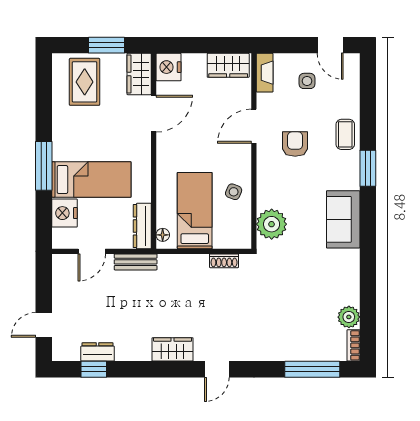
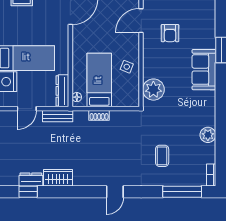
coffee table: (345, 134) -> (162, 156), moved
armchair: (295, 144) -> (170, 33), turned 180
sofa: (343, 219) -> (204, 70), moved
shoe rack: (224, 261) -> (99, 115), moved
plant: (349, 317) -> (208, 135), moved
wardrobe: (173, 349) -> (58, 178), moved

